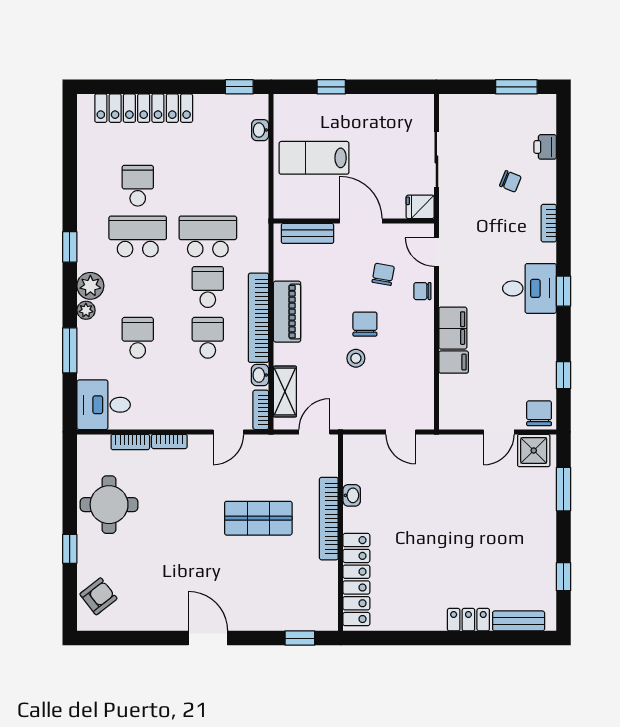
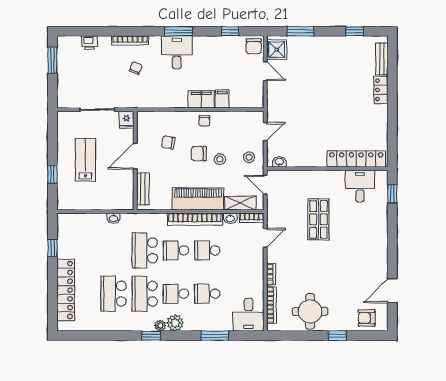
window: (239, 87) -> (53, 248), moved
washbasin: (260, 130) -> (113, 218), moved
lab bench: (314, 158) -> (85, 160), moved, turned 180
chair: (510, 181) -> (136, 68), moved
school desk: (138, 186) -> (113, 294), width x1.85
bookcase: (549, 223) -> (130, 40), width x1.56
door: (436, 252) -> (154, 110), removed
school desk: (138, 287) -> (176, 294), added
chair: (422, 291) -> (204, 121), moved
window: (563, 291) -> (178, 31), width x1.50
plant: (86, 310) -> (160, 326), moved
piano: (287, 312) -> (198, 199), width x1.37, depth x1.33
stool: (359, 406) -> (249, 157), added
chair: (539, 413) -> (254, 46), turned -90
door: (228, 432) -> (265, 238), hinge flipped
bookcase: (130, 442) -> (271, 305), width x1.56
washbasin: (352, 495) -> (279, 162), moved
bookcase: (329, 519) -> (319, 176), removed
desk: (312, 586) -> (360, 186), added
armchair: (98, 596) -> (367, 318), turned -52
door: (208, 638) -> (392, 291), moved

